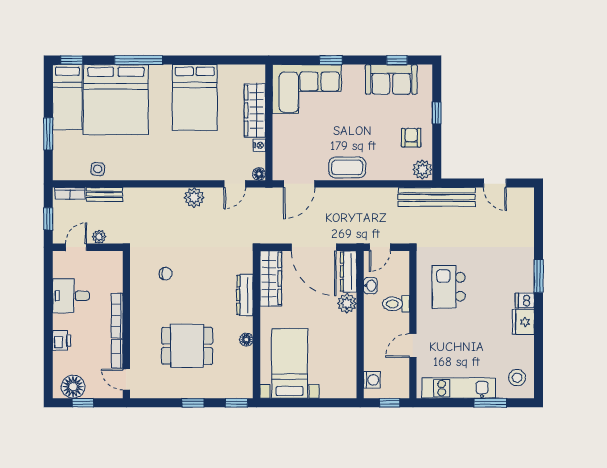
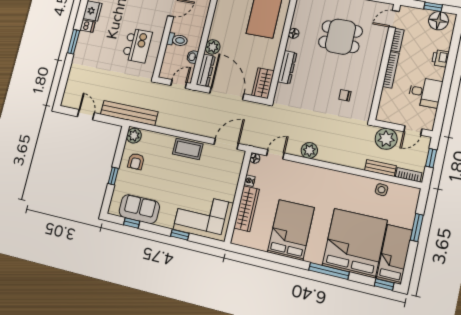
plant: (99, 237) -> (386, 139), width x1.88, depth x1.88
wardrobe: (271, 278) -> (263, 83), width x0.67
door: (126, 379) -> (394, 19), swing flipped

